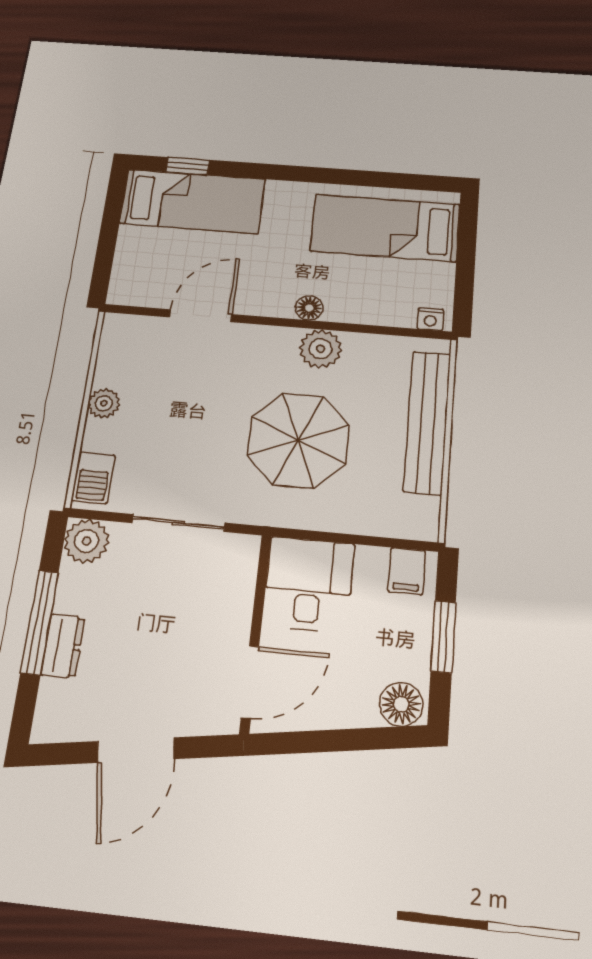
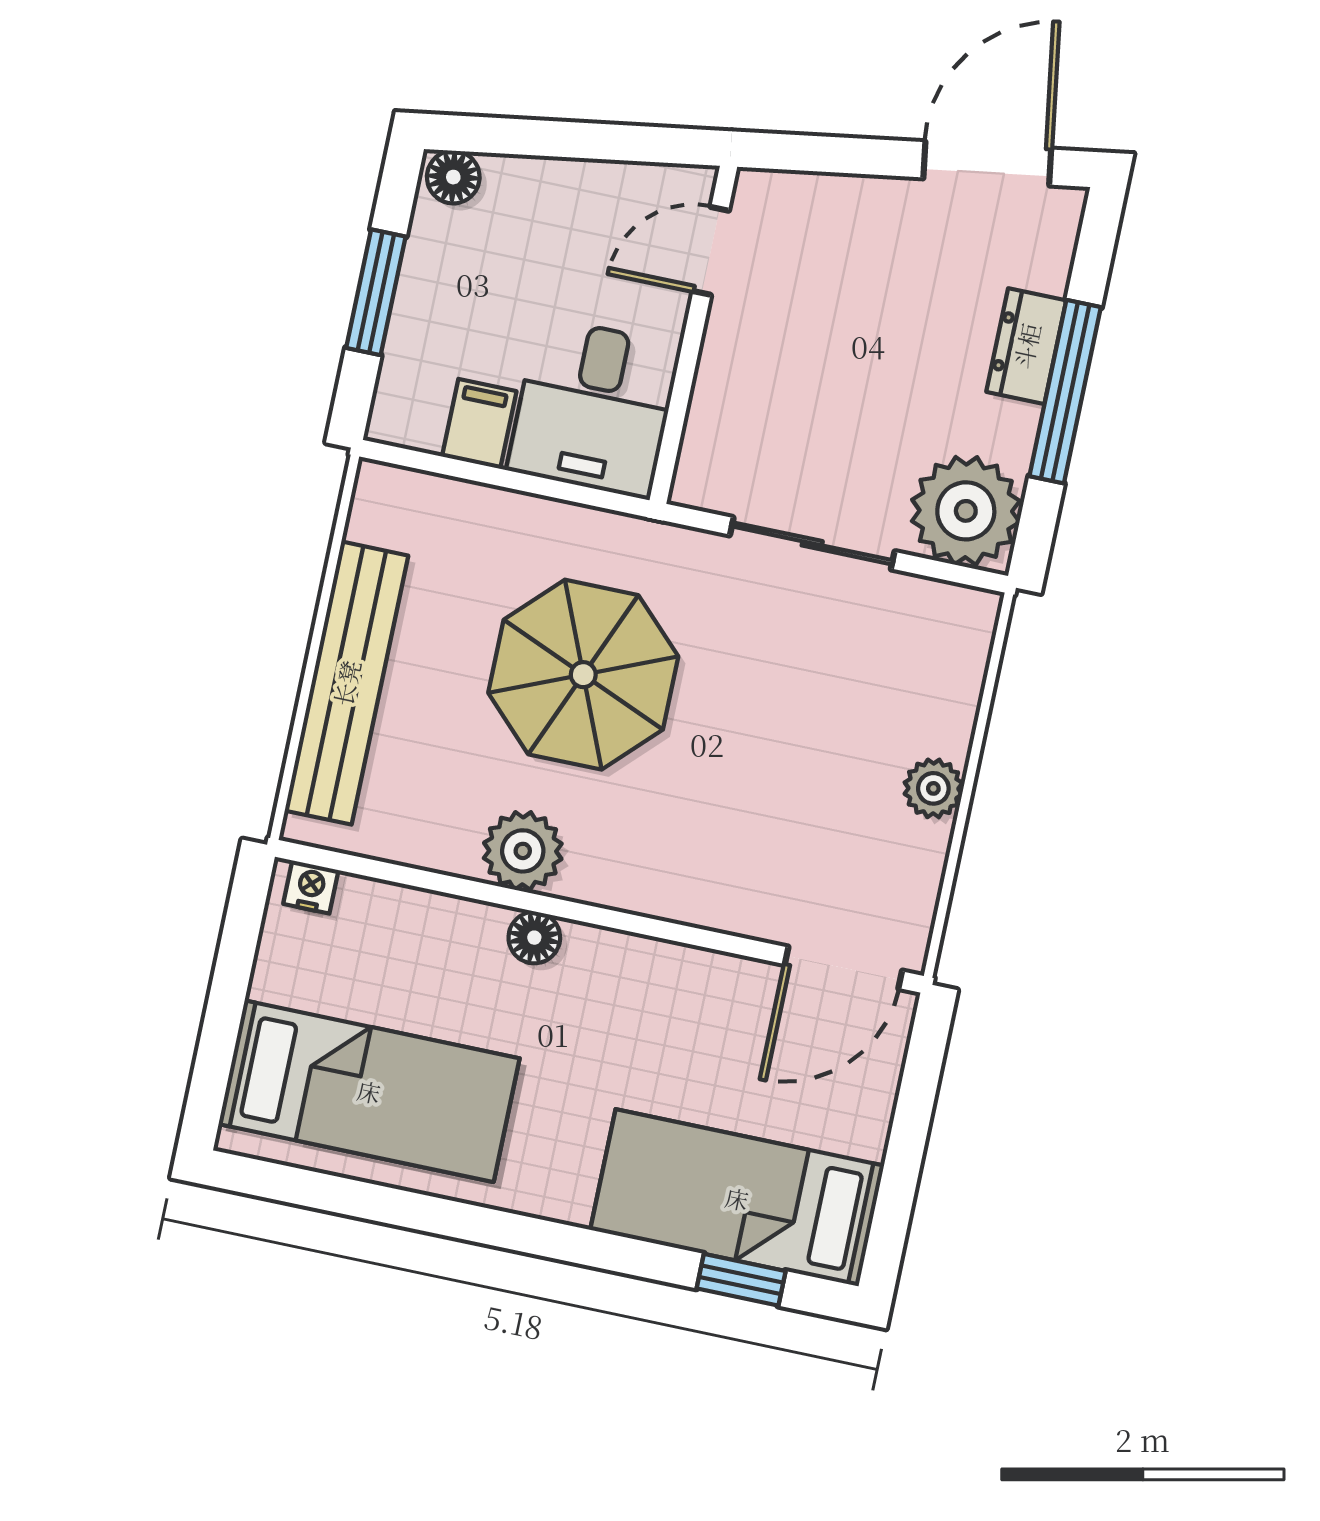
door: (201, 316) -> (843, 968), moved
barbecue: (93, 478) -> (960, 645), removed
plant: (87, 541) -> (966, 511), width x1.36, depth x1.36
filing cabinet: (407, 571) -> (479, 424), moved
door: (250, 682) -> (711, 251), width x0.73
floor lamp: (401, 704) -> (453, 177), width x0.73, depth x0.73
door: (136, 750) -> (987, 163), moved

